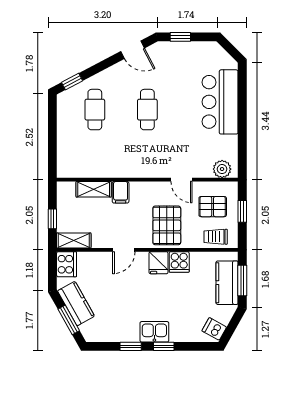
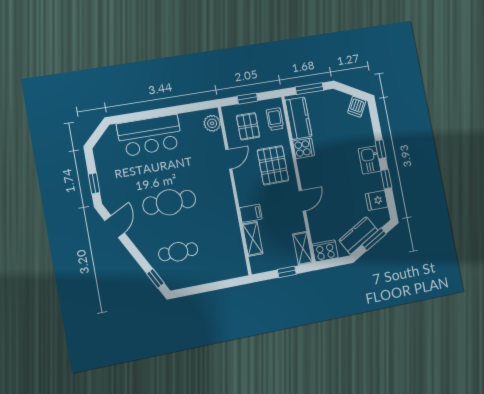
cafe table: (147, 110) -> (169, 202), width x1.37, depth x1.35
pallet: (167, 225) -> (273, 165), turned 90
trolley: (216, 237) -> (275, 119), turned 180
door: (124, 250) -> (302, 201), hinge flipped
fridge: (159, 263) -> (377, 200), moved, turned 180
kitchen counter: (227, 283) -> (298, 118), moved, turned -90

